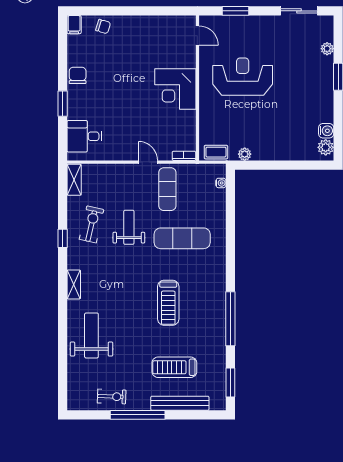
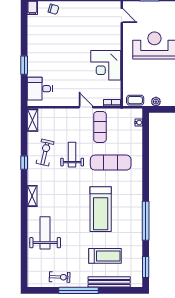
chair: (78, 75) -> (35, 45), removed
corner desk: (175, 89) -> (106, 65), moved
treadmill: (168, 303) -> (101, 209), width x1.37, depth x1.38
treadmill: (174, 367) -> (105, 256), turned 180

